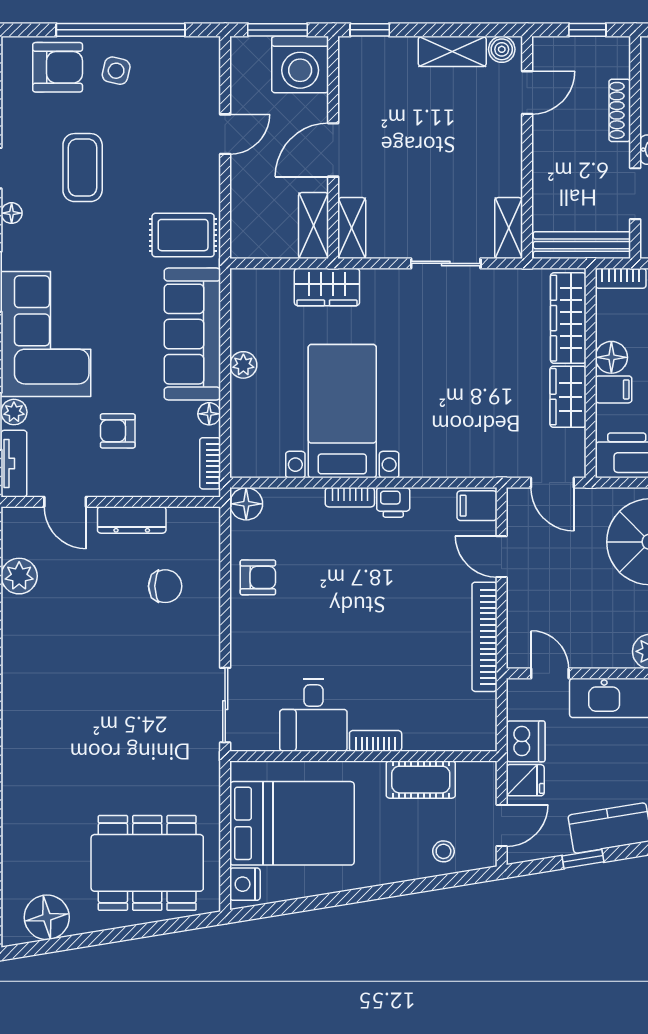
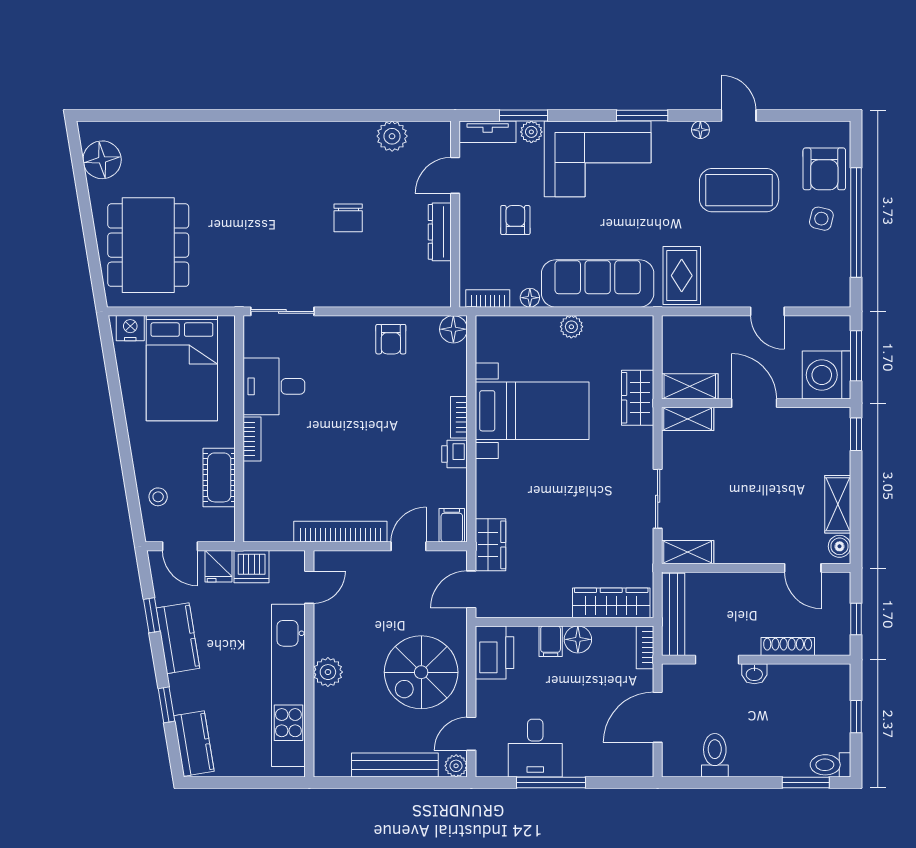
coffee table: (83, 168) -> (739, 190), width x1.36, depth x1.32
wardrobe: (568, 397) -> (490, 545), moved, turned 90
chair: (165, 586) -> (348, 218), moved

